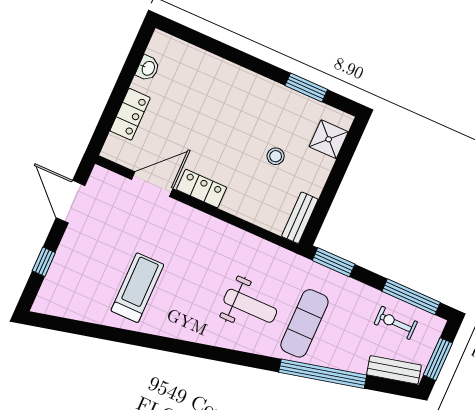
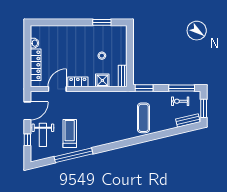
locker: (130, 114) -> (36, 65), width x1.53
shower: (329, 139) -> (102, 80), moved
door: (71, 202) -> (27, 111), swing flipped
weight bench: (250, 306) -> (43, 135), moved, turned 90
window: (323, 374) -> (74, 155), moved

